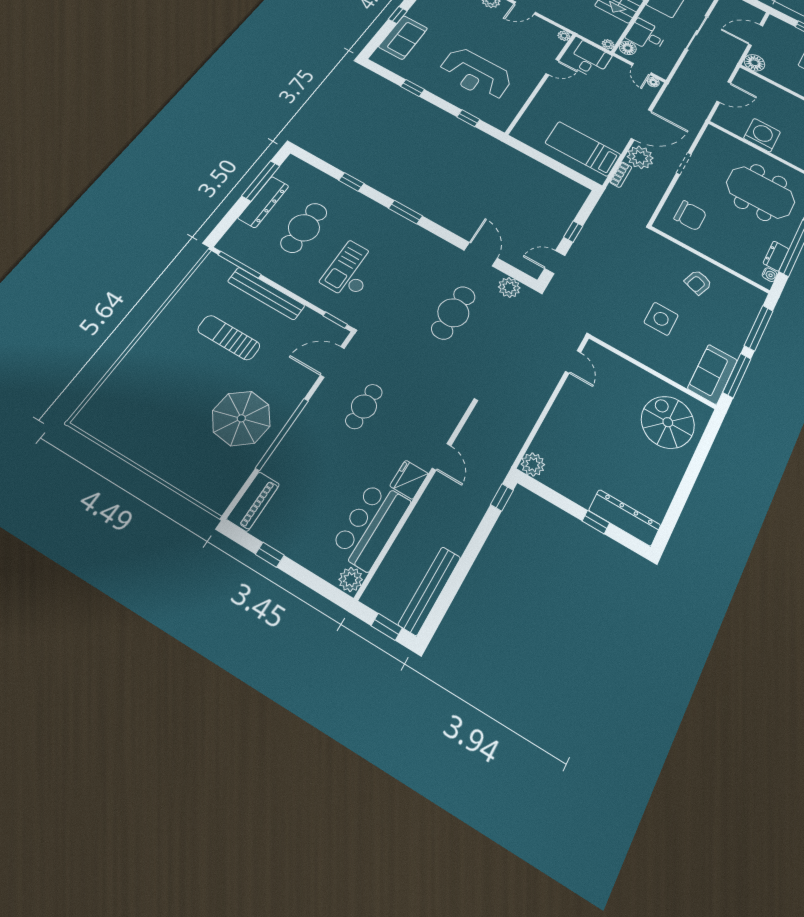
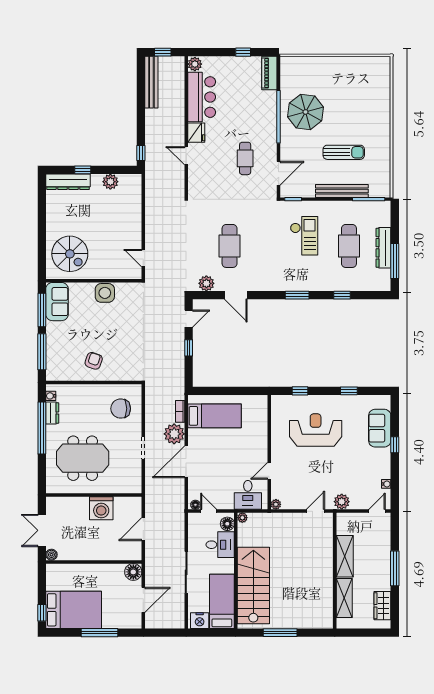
side table: (661, 319) -> (105, 293), moved
plant: (533, 464) -> (110, 182), moved

